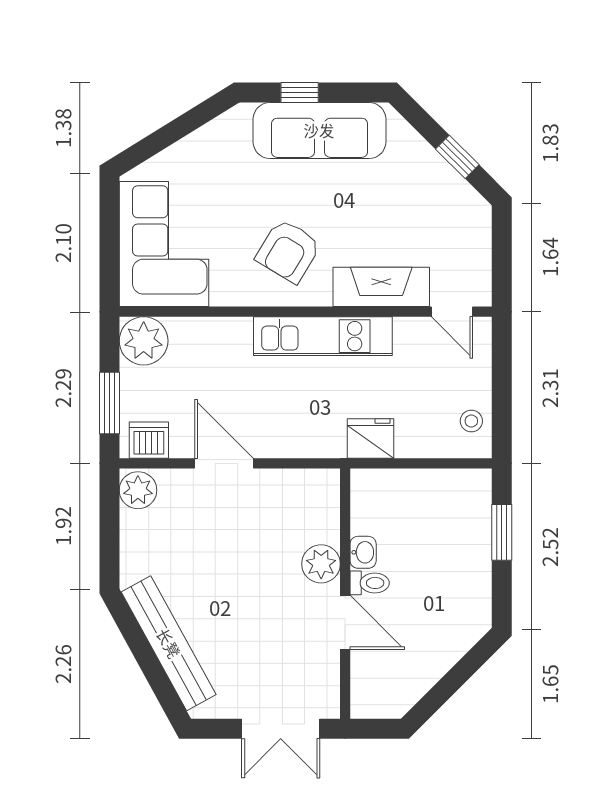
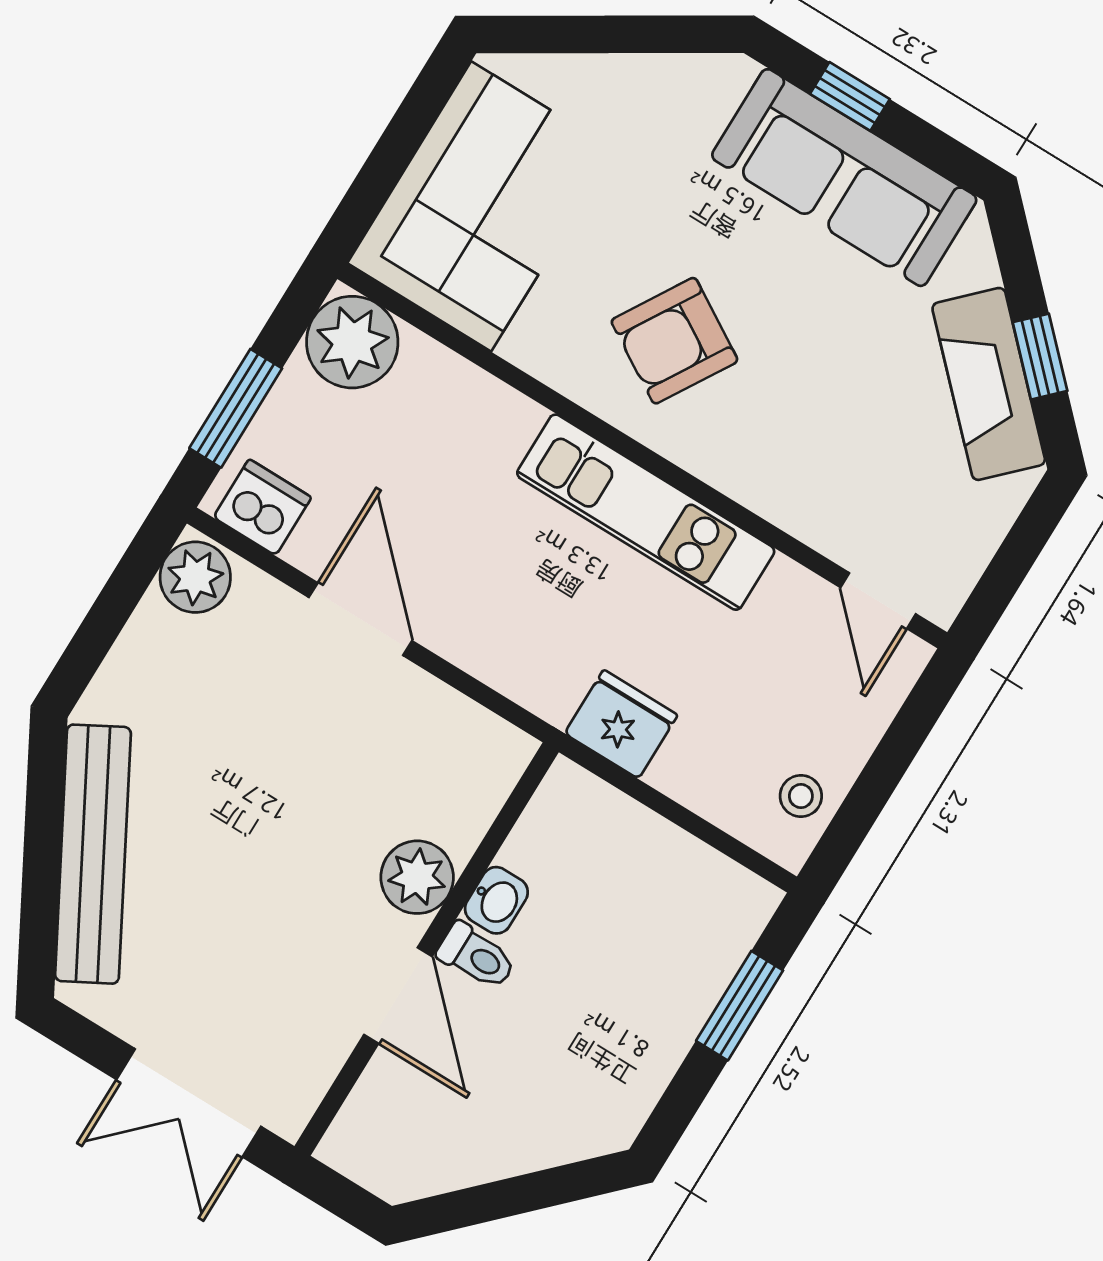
fireplace: (381, 287) -> (989, 384), moved, turned -135

